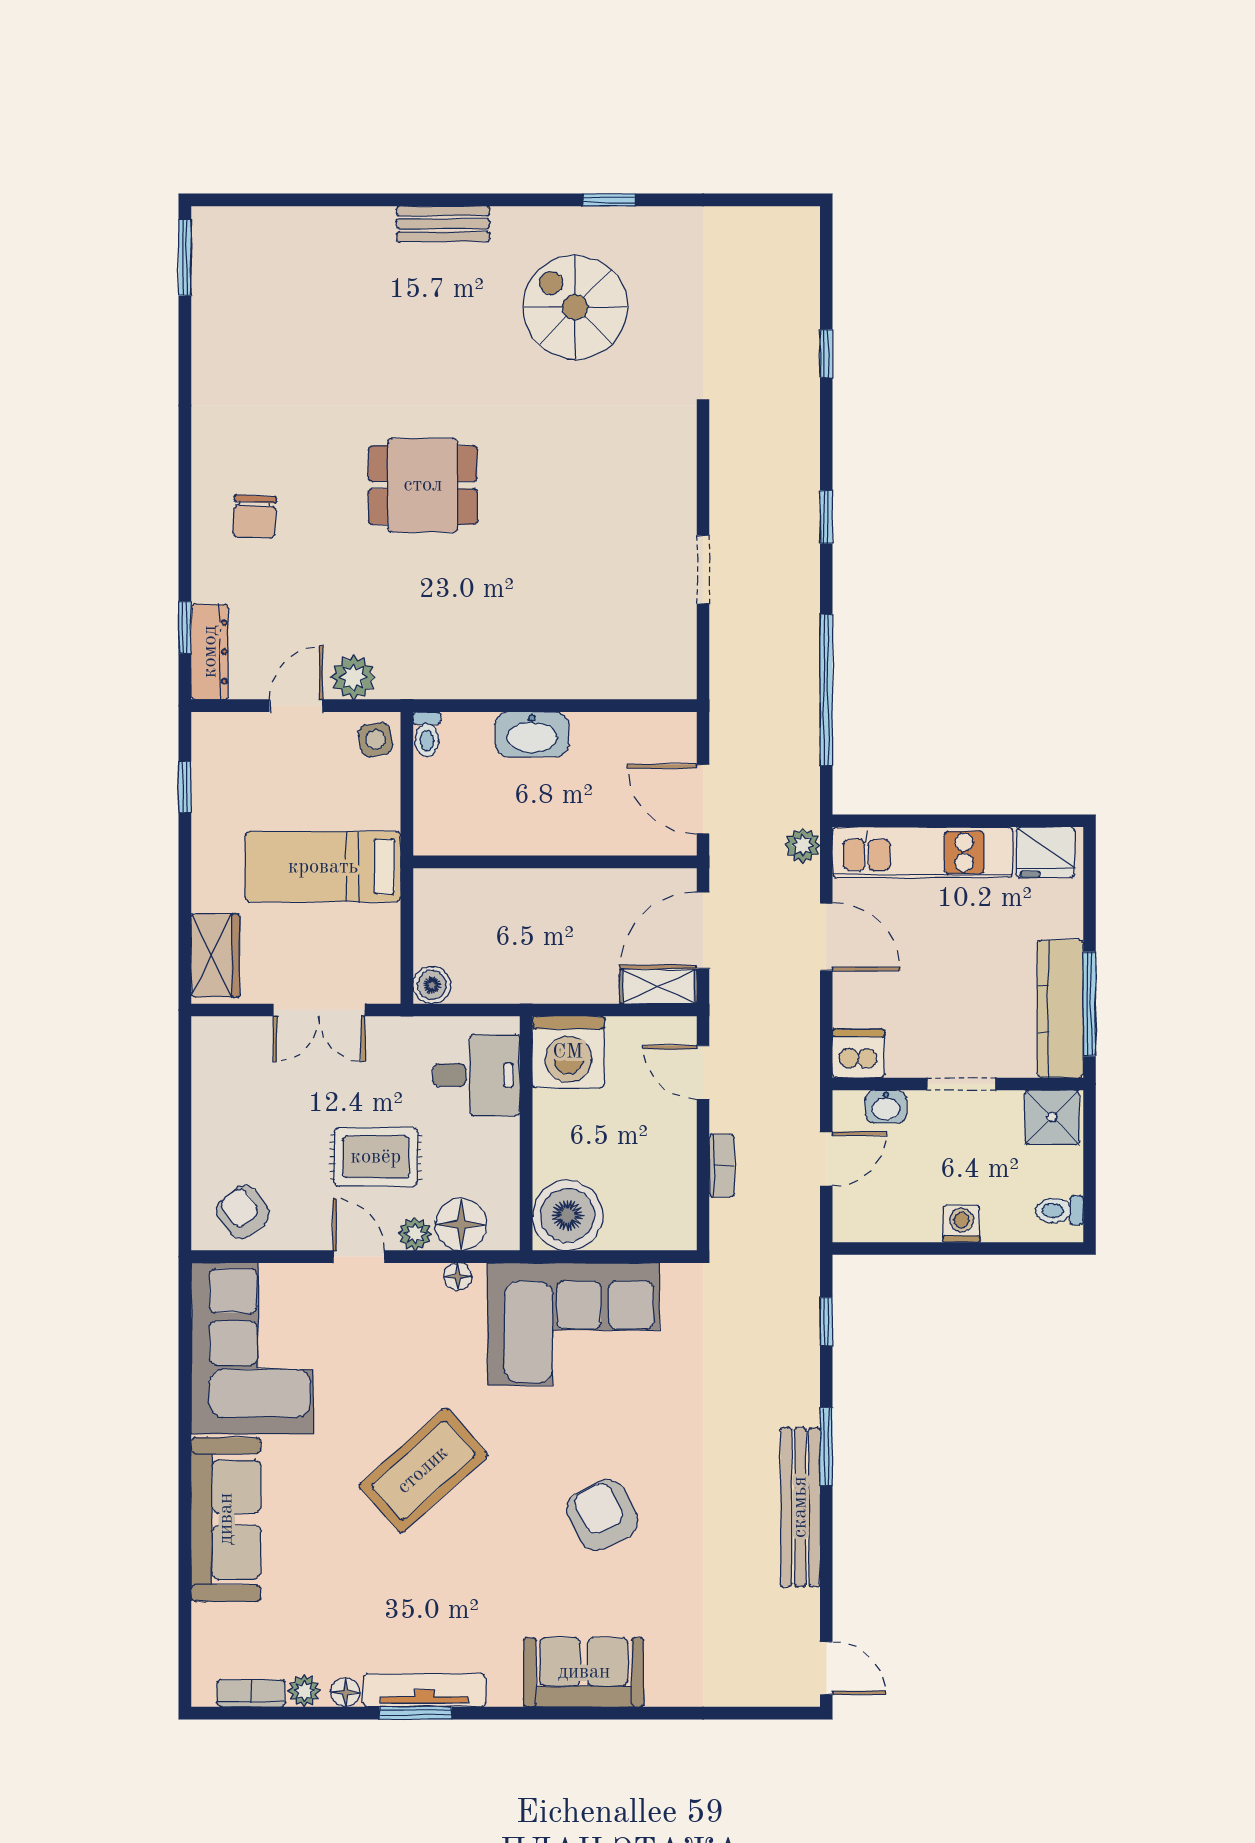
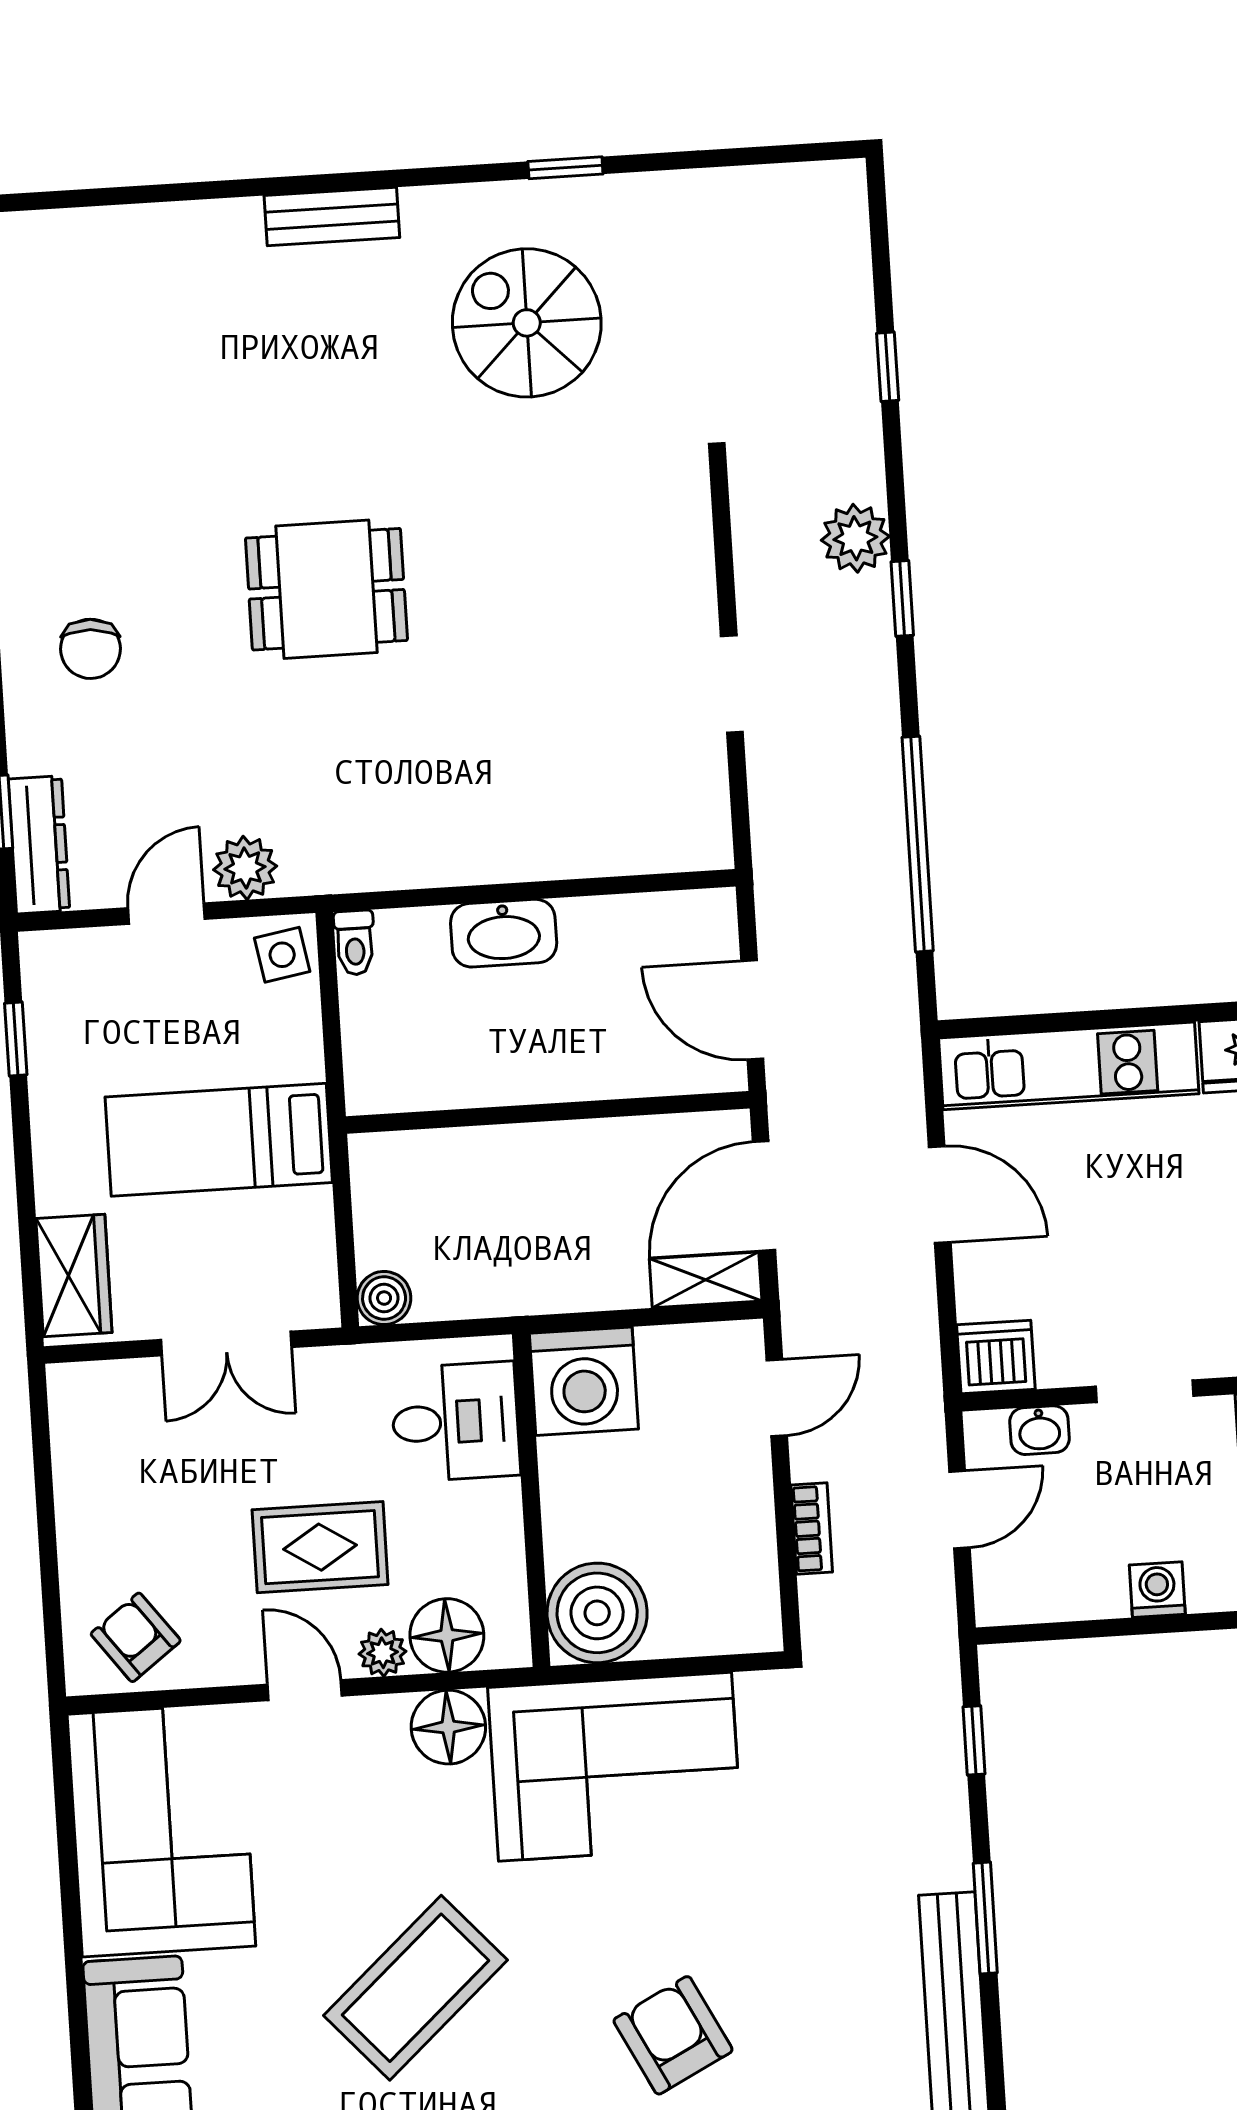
plant: (803, 845) -> (855, 538), moved, width x1.38, depth x1.38
door: (703, 1072) -> (777, 1398), swing flipped
floor lamp: (458, 1277) -> (448, 1727), width x1.89, depth x1.89

